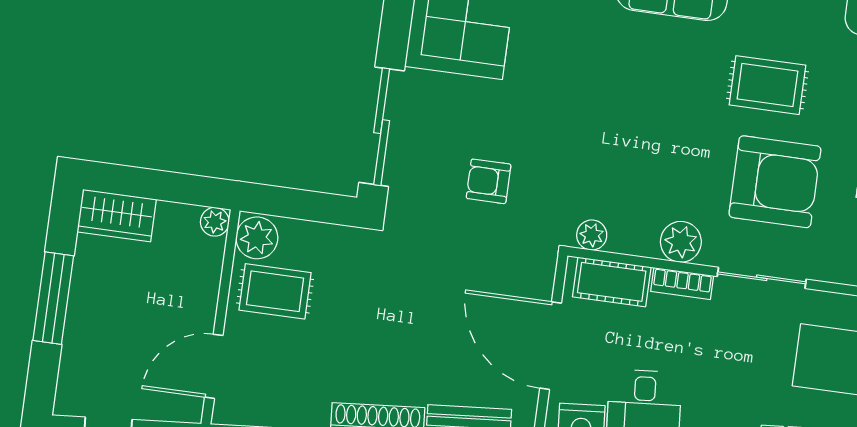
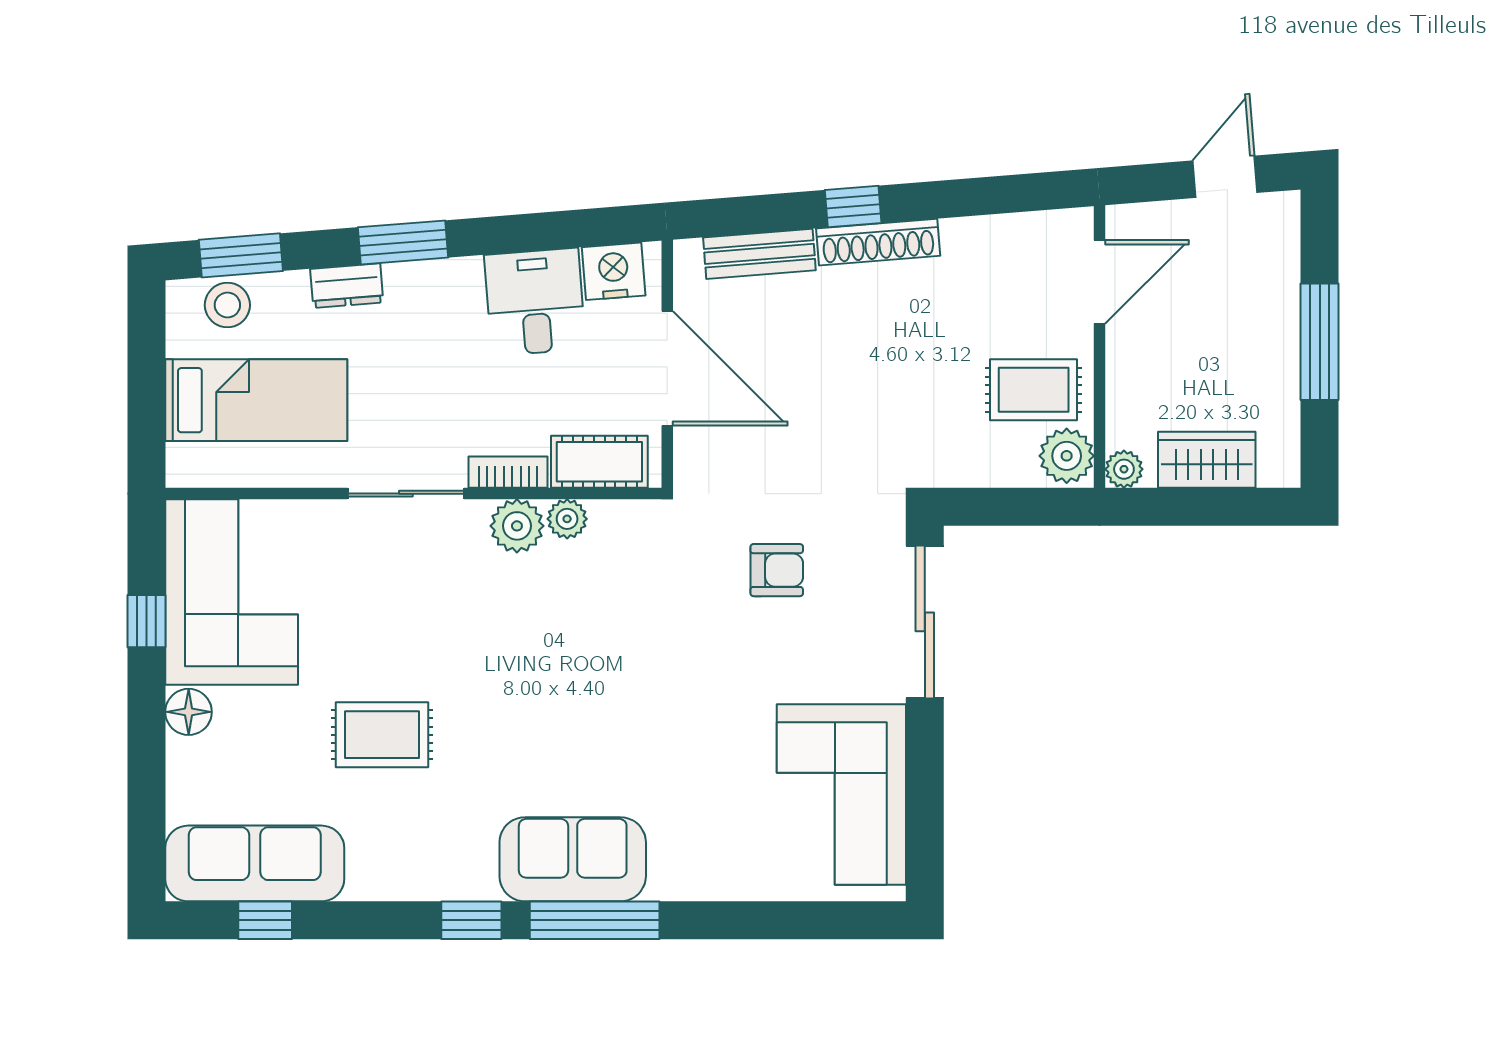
rug: (767, 85) -> (382, 735), moved
armchair: (775, 182) -> (406, 620), removed
wardrobe: (117, 216) -> (1207, 460), moved
plant: (592, 235) -> (567, 519), moved

